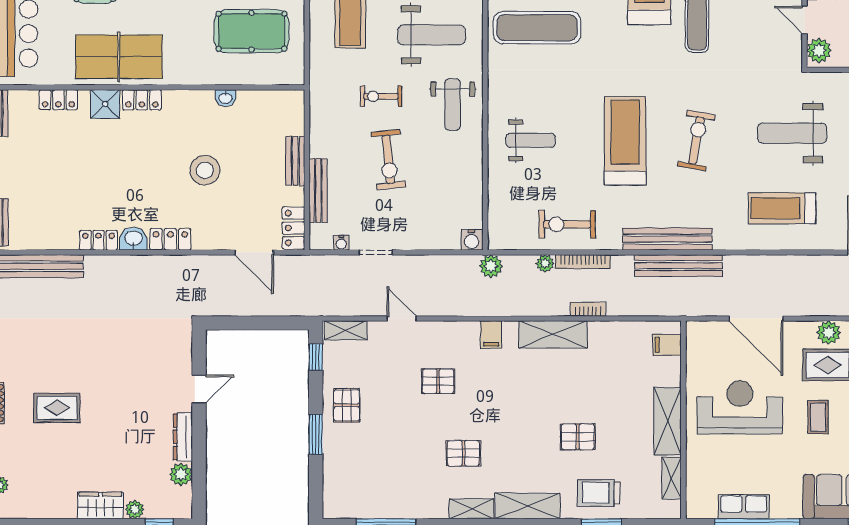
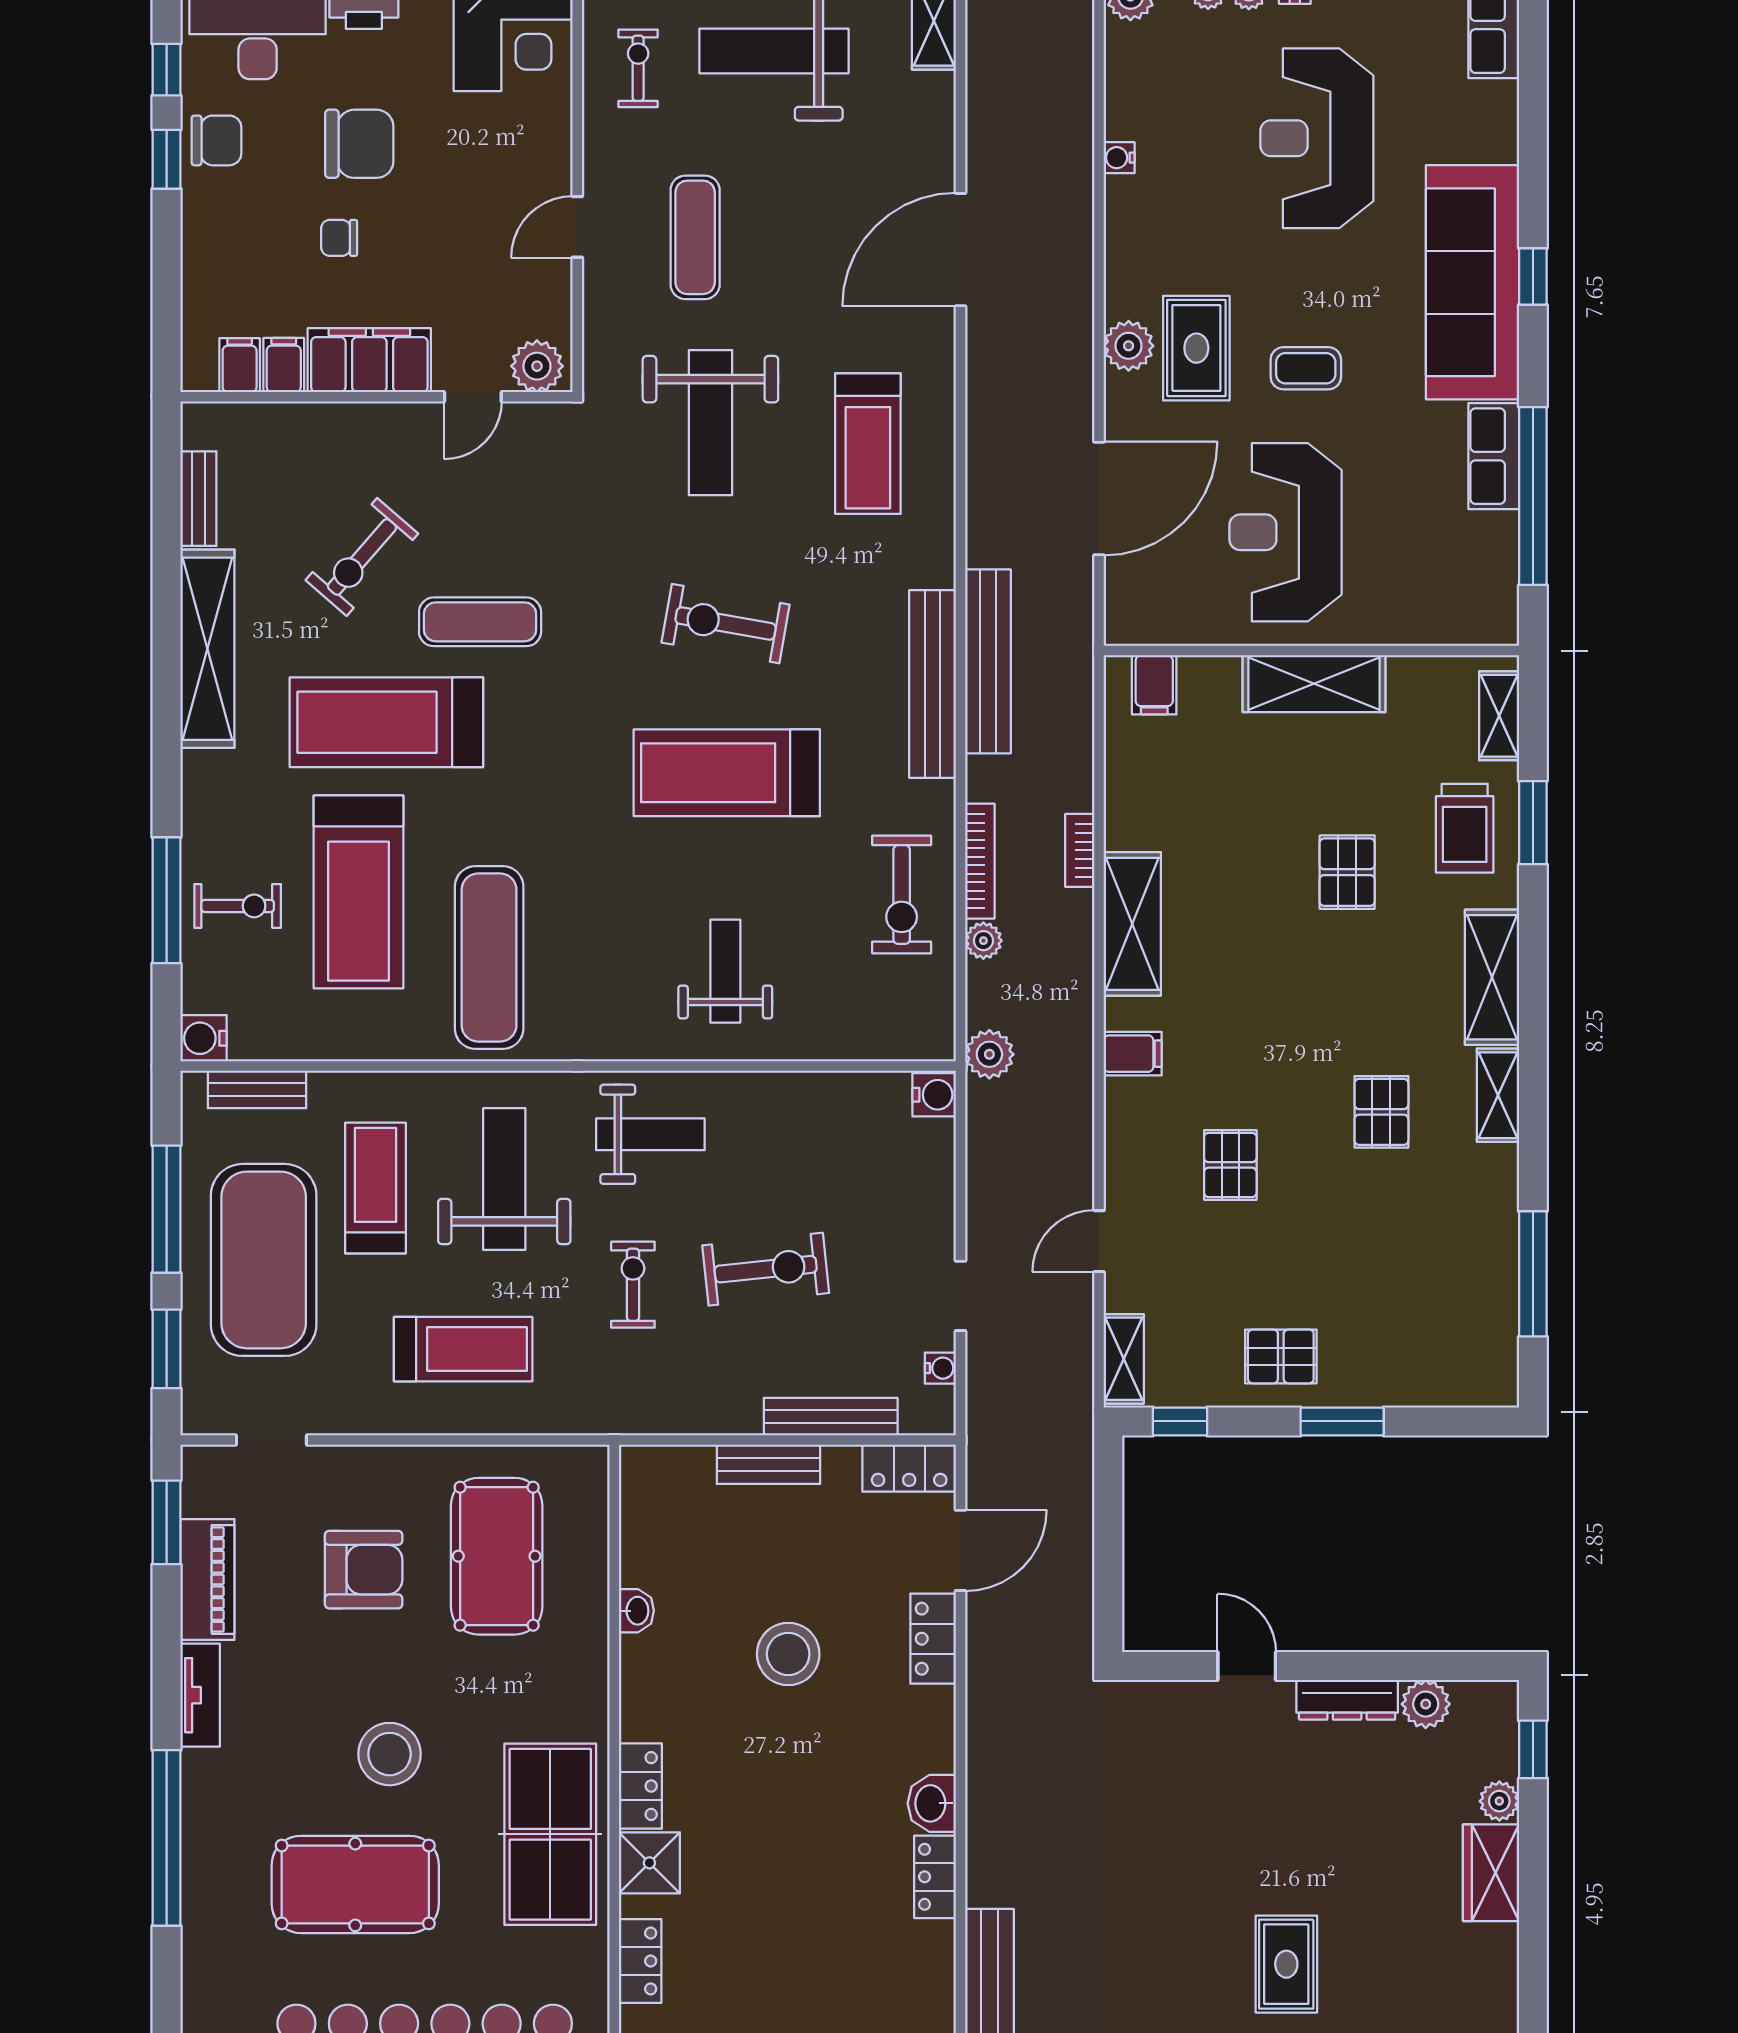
exercise bike: (381, 96) -> (633, 1285), turned 180
locker: (170, 239) -> (933, 1639), moved
shelving: (672, 478) -> (1499, 716), moved, turned 90
row of seats: (744, 507) -> (1494, 456), moved

